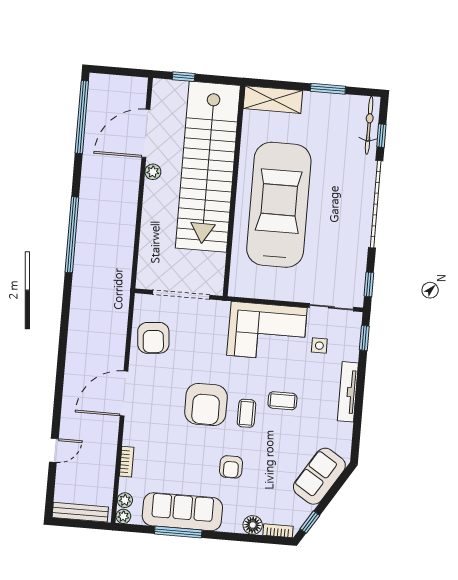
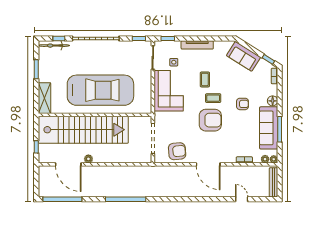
car: (279, 205) -> (100, 90), turned 180
floor lamp: (253, 525) -> (273, 101), moved

